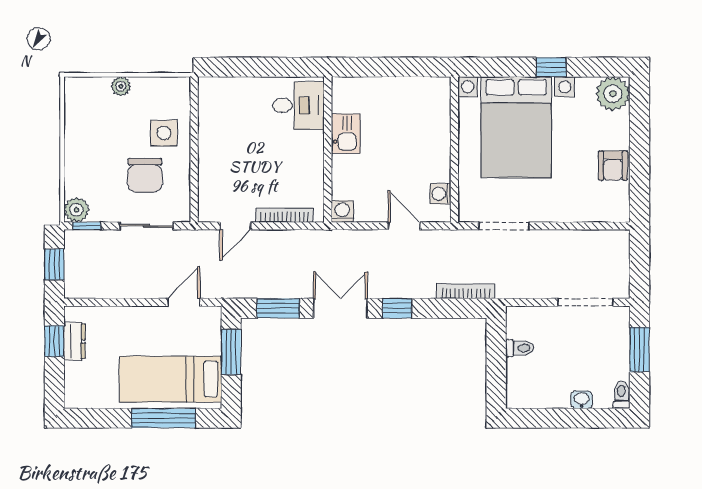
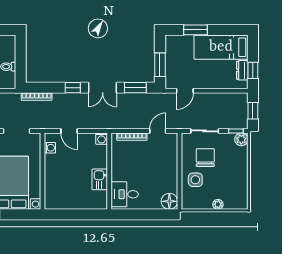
floor lamp: (213, 92) -> (169, 201), added
bed: (170, 379) -> (221, 47), moved, turned 180
window: (164, 418) -> (196, 30), width x0.69

